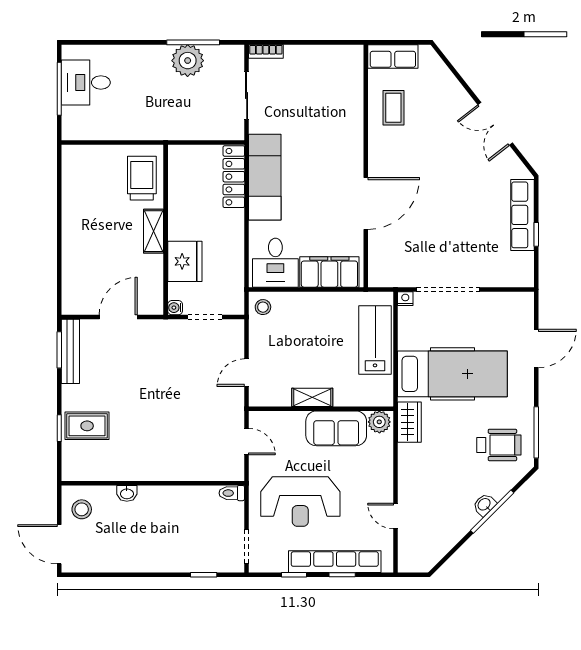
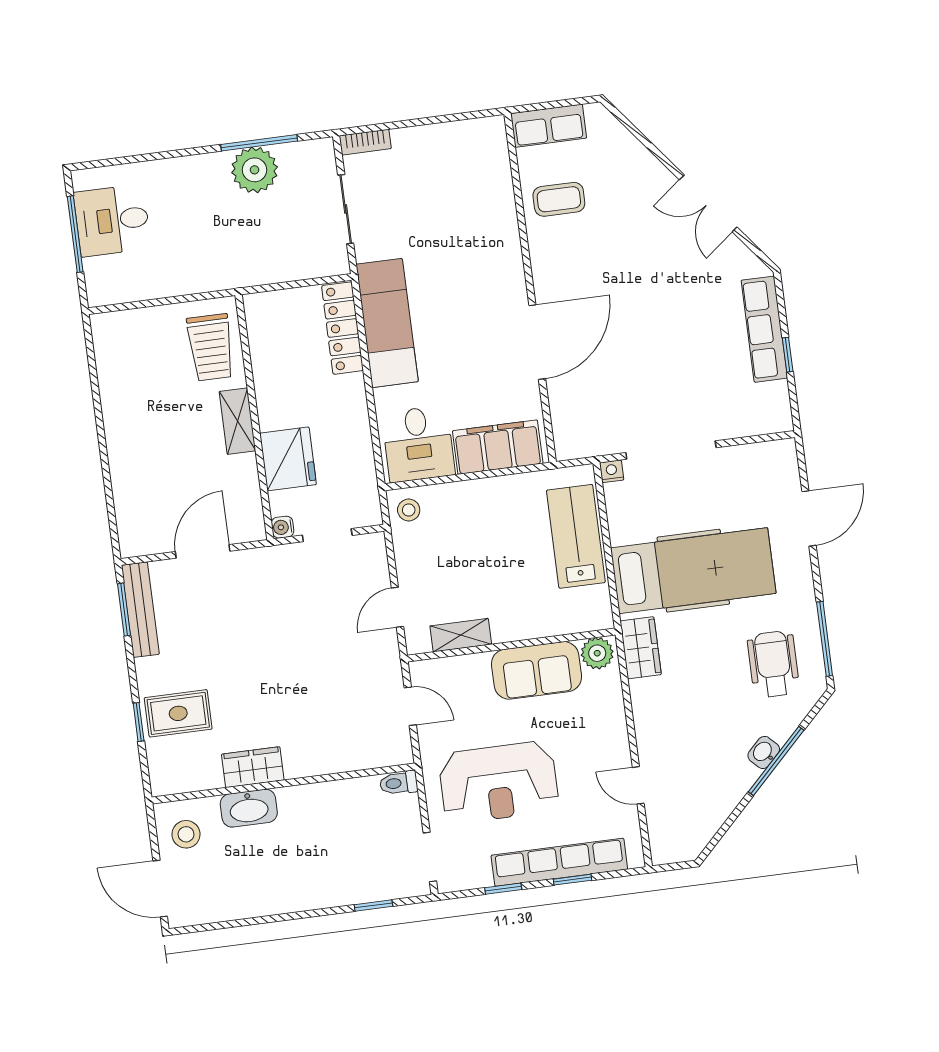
coffee table: (393, 108) -> (559, 199), turned 90
trolley: (142, 178) -> (211, 347), turned 180
shelving: (312, 397) -> (461, 635), moved
wheelchair: (499, 445) -> (773, 664), turned -90
wardrobe: (133, 469) -> (253, 767), added
washbasin: (127, 493) -> (249, 808), width x1.91, depth x1.45

